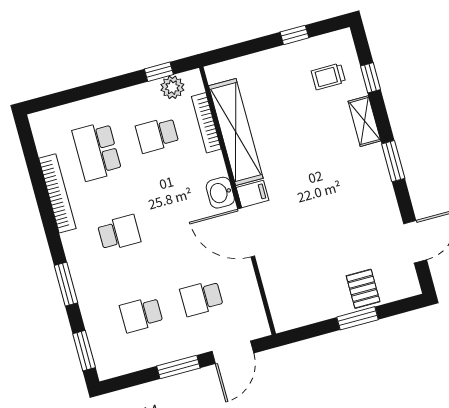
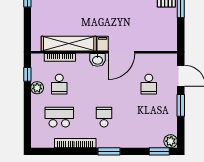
plant: (172, 87) -> (37, 88), moved
school desk: (97, 151) -> (59, 117), turned 180
window: (66, 284) -> (109, 151), moved
school desk: (141, 315) -> (149, 117), removed
plant: (108, 366) -> (171, 141), added

